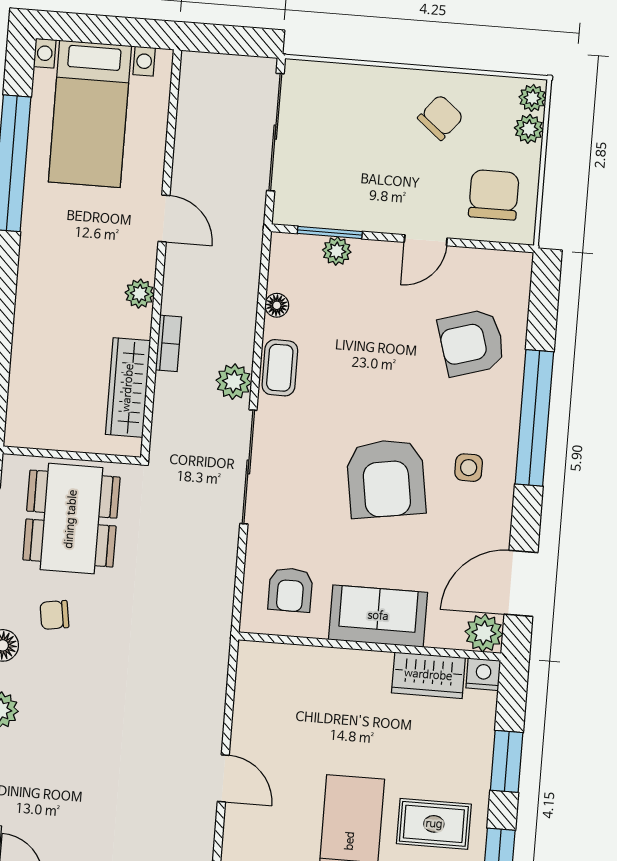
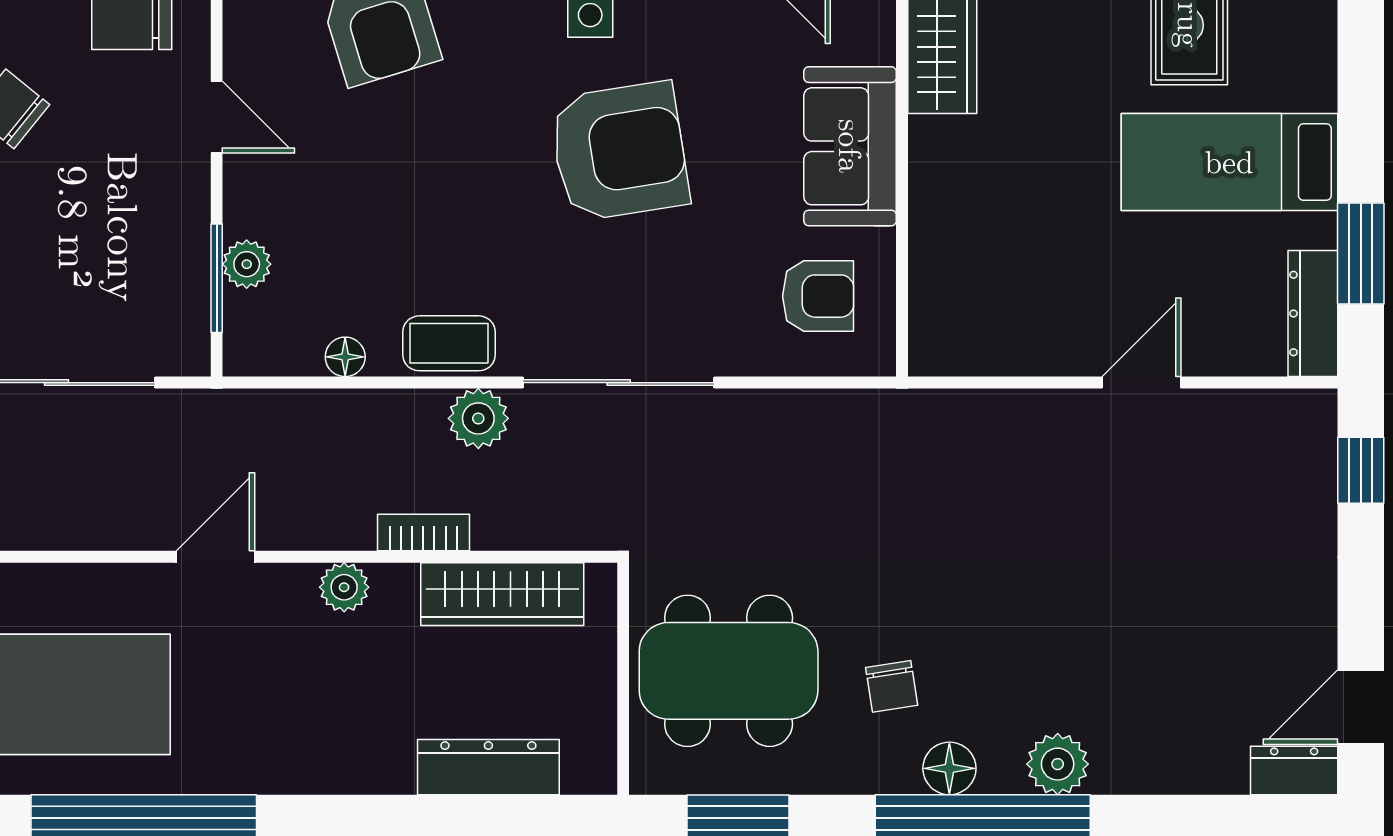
dresser: (26, 371) -> (488, 767), added

